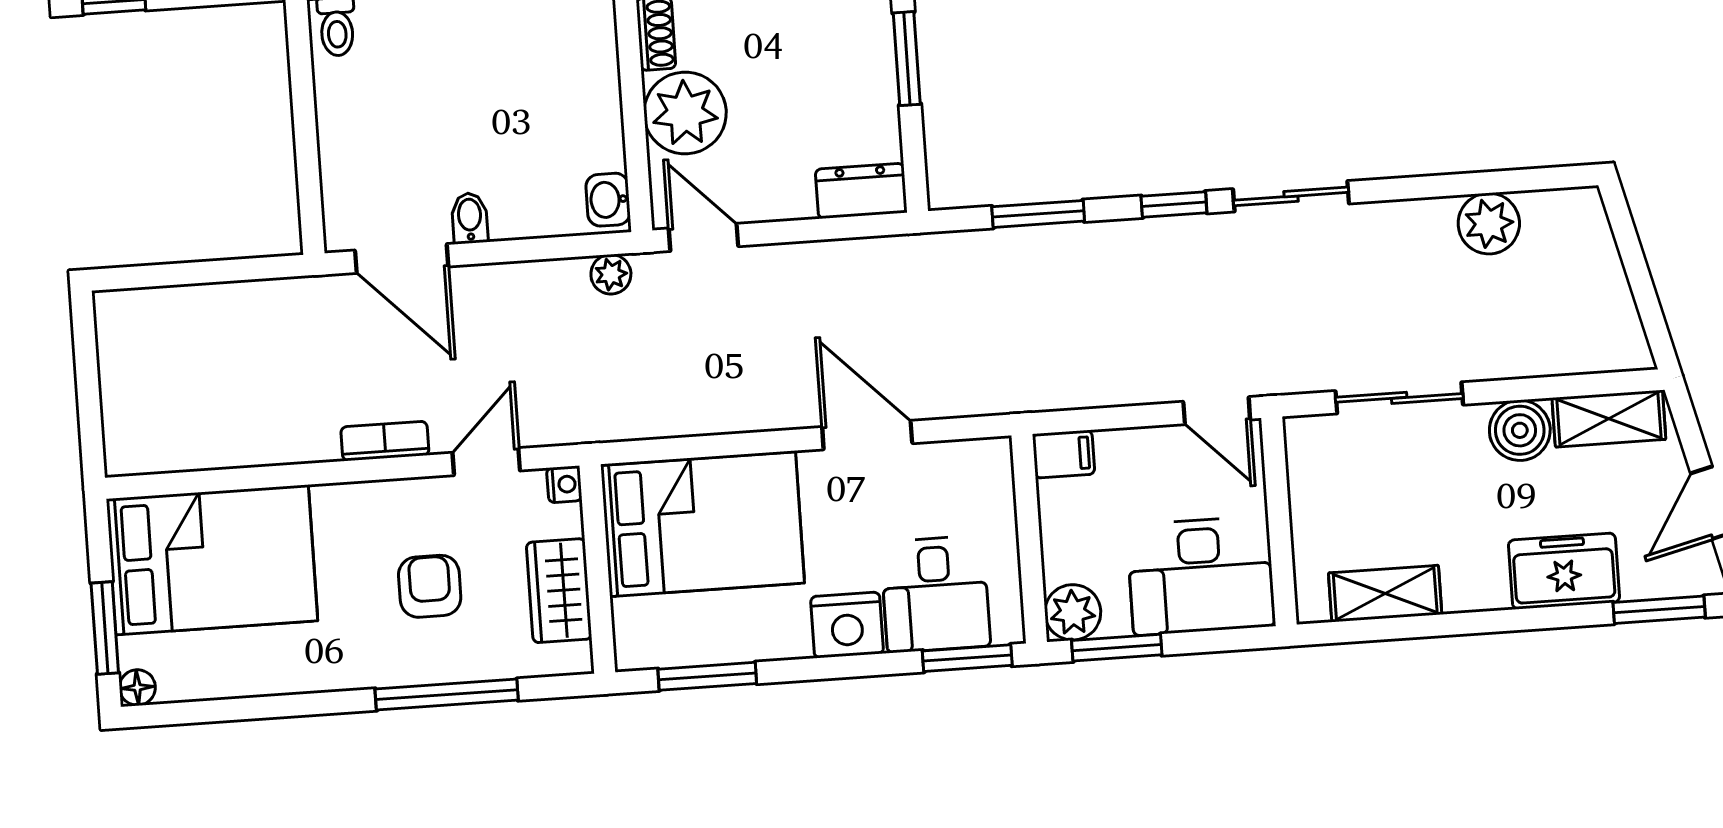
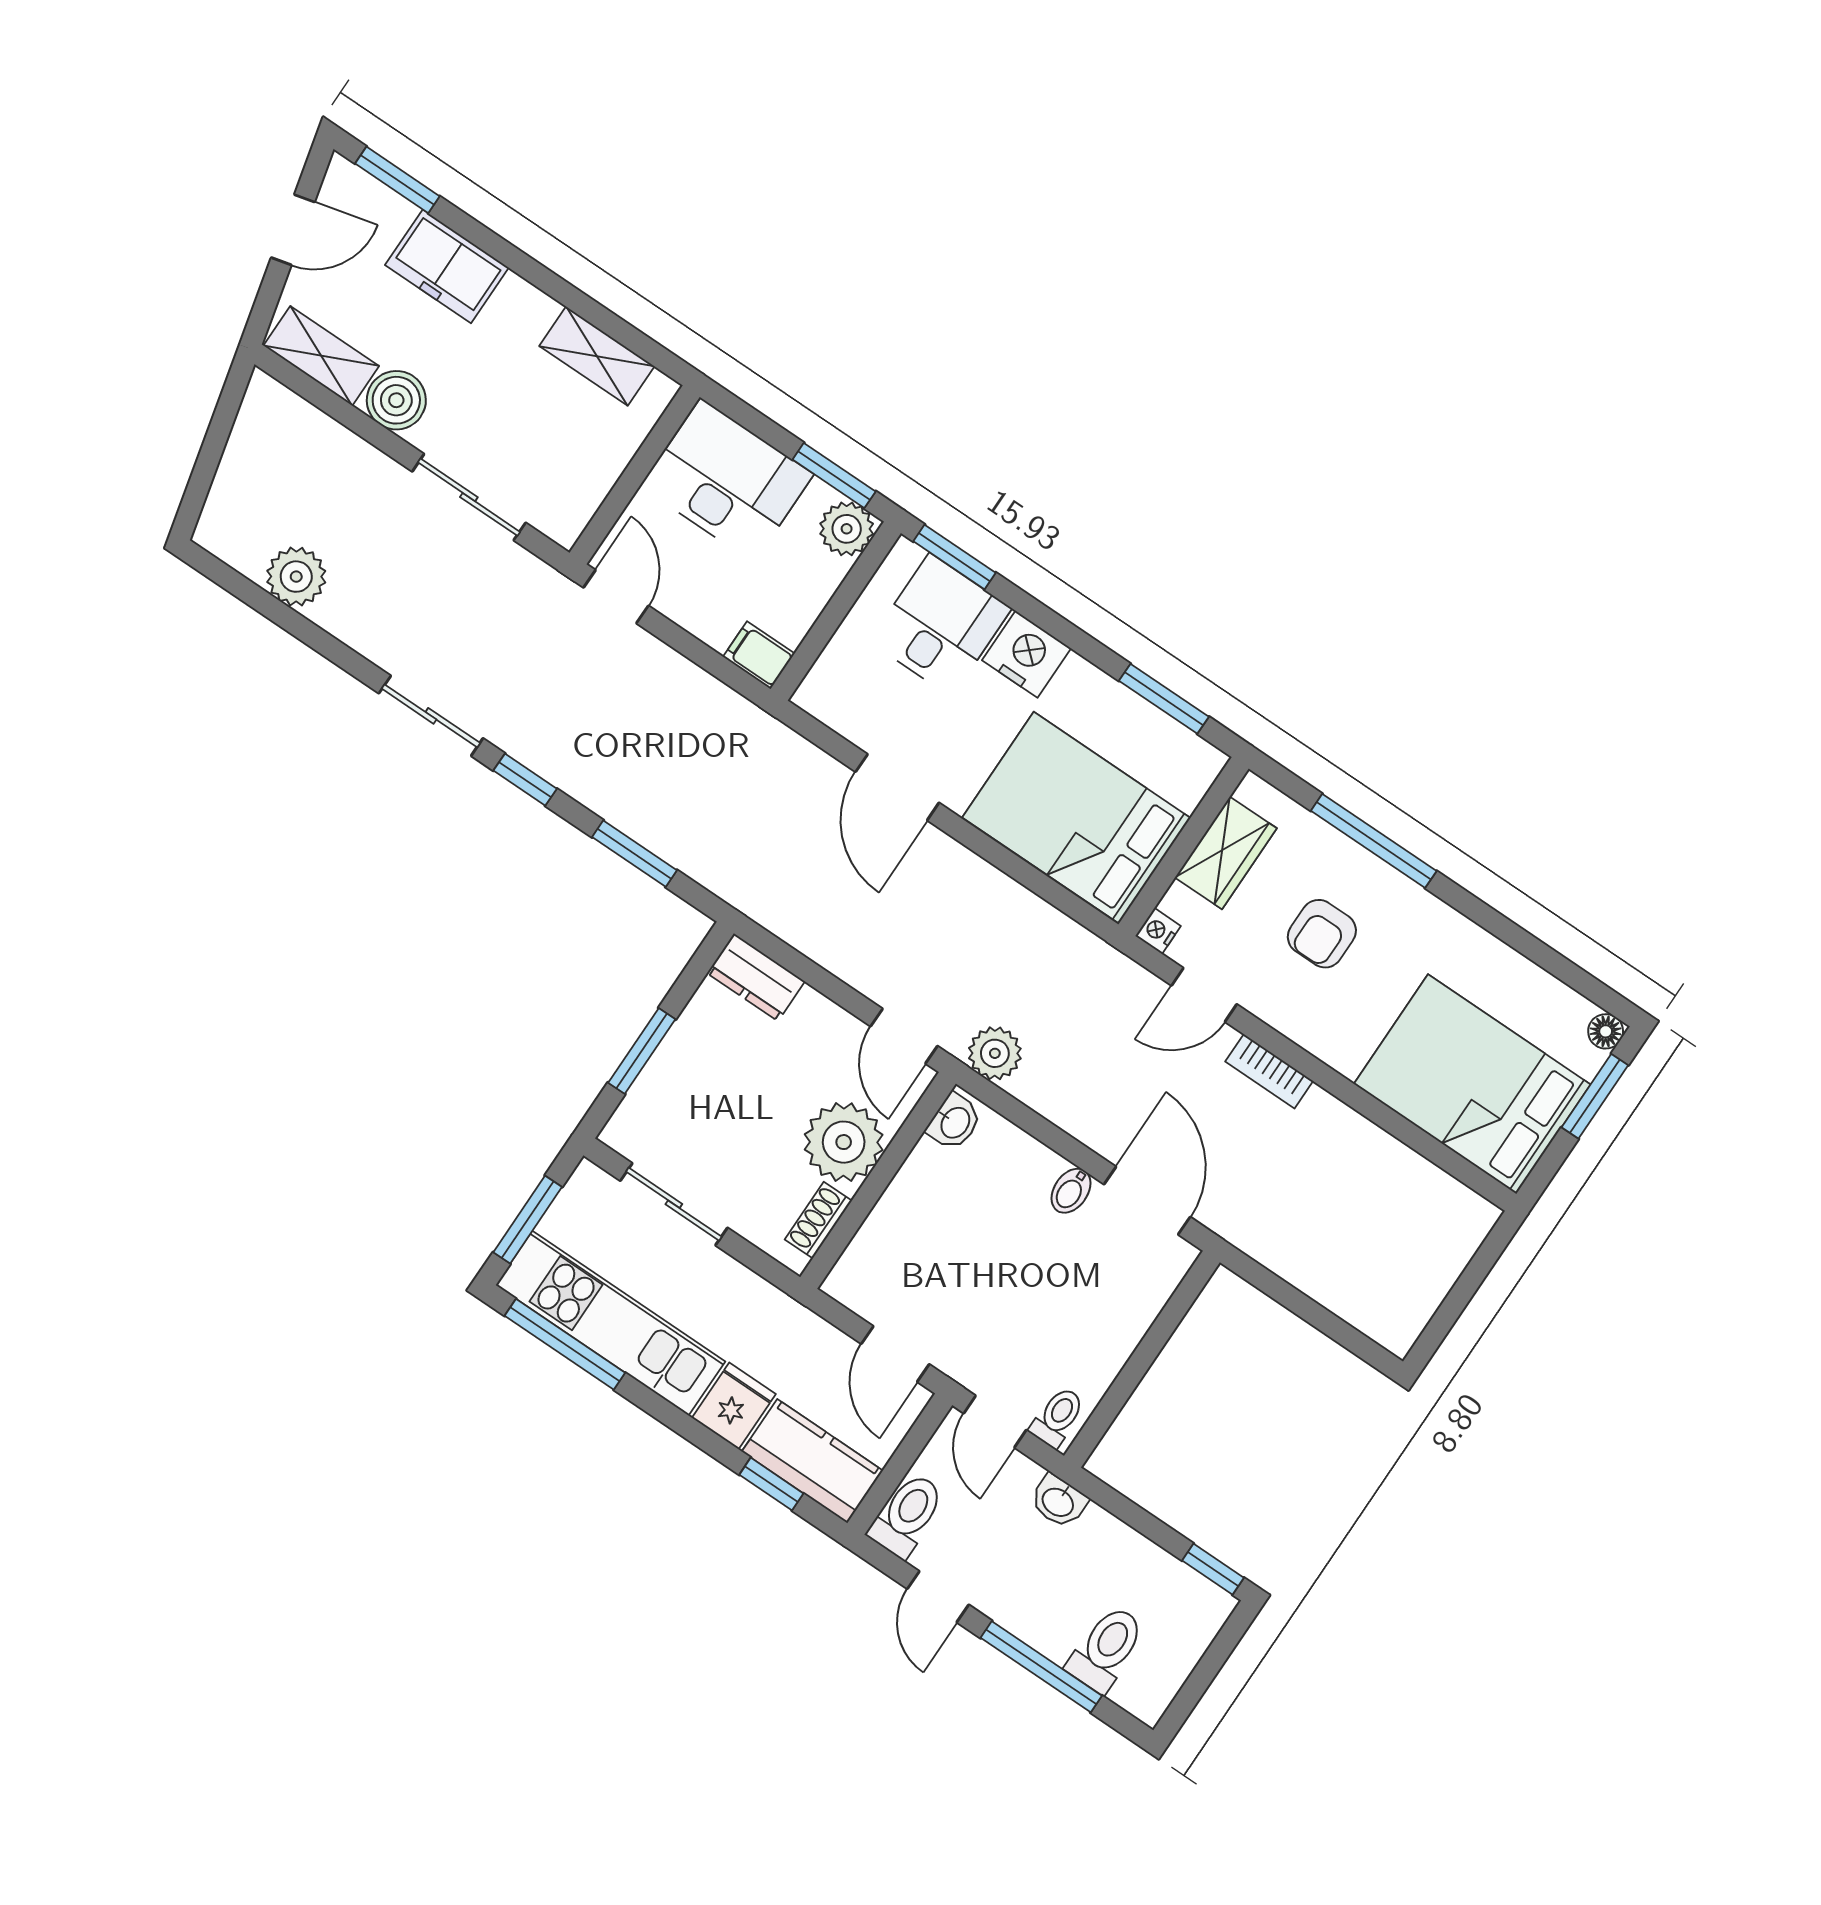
plant: (611, 274) -> (995, 1053), width x1.38, depth x1.38

